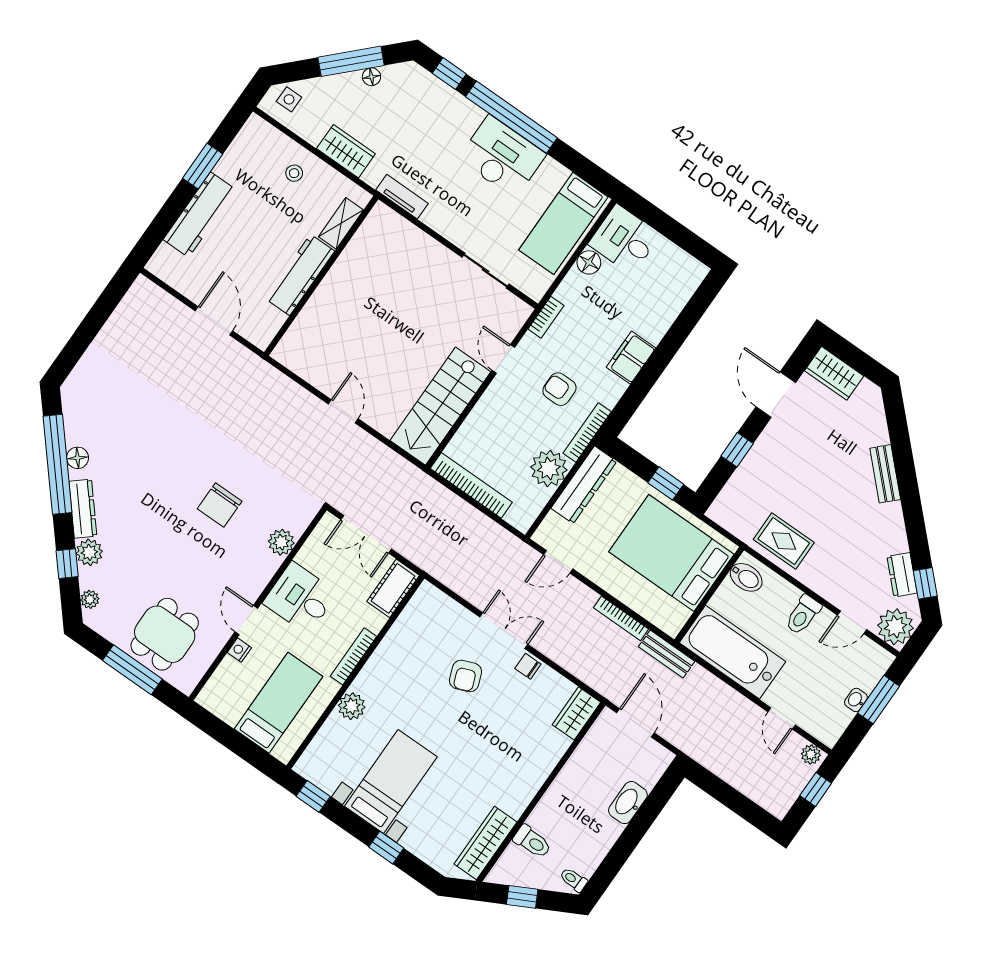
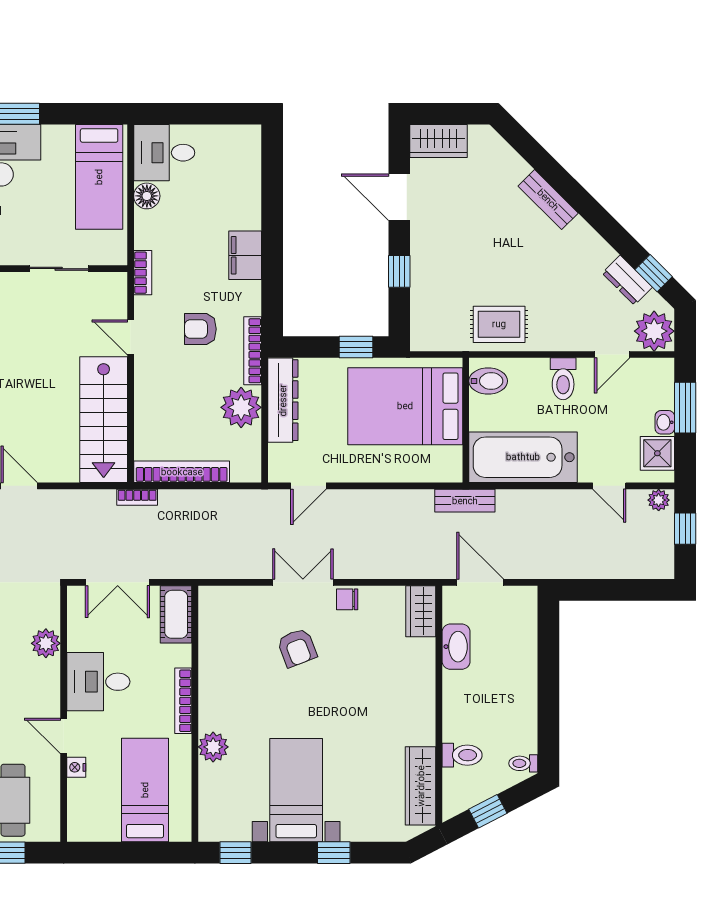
bookcase: (621, 618) -> (137, 497), moved, width x0.64
shower: (834, 719) -> (657, 453), added
washbasin: (628, 803) -> (456, 647), moved, turned 180

